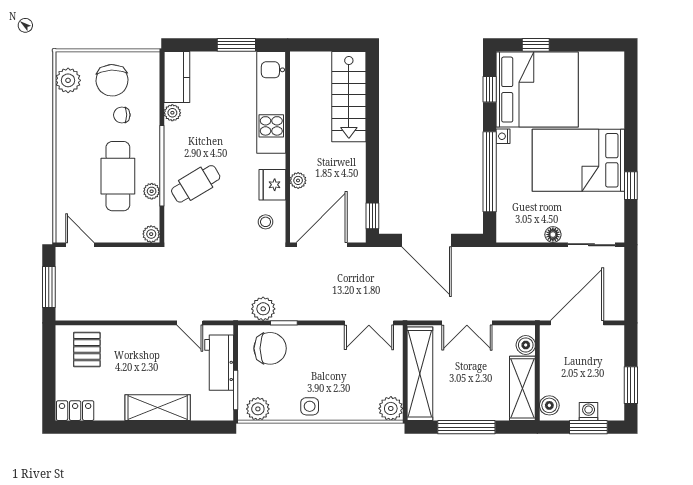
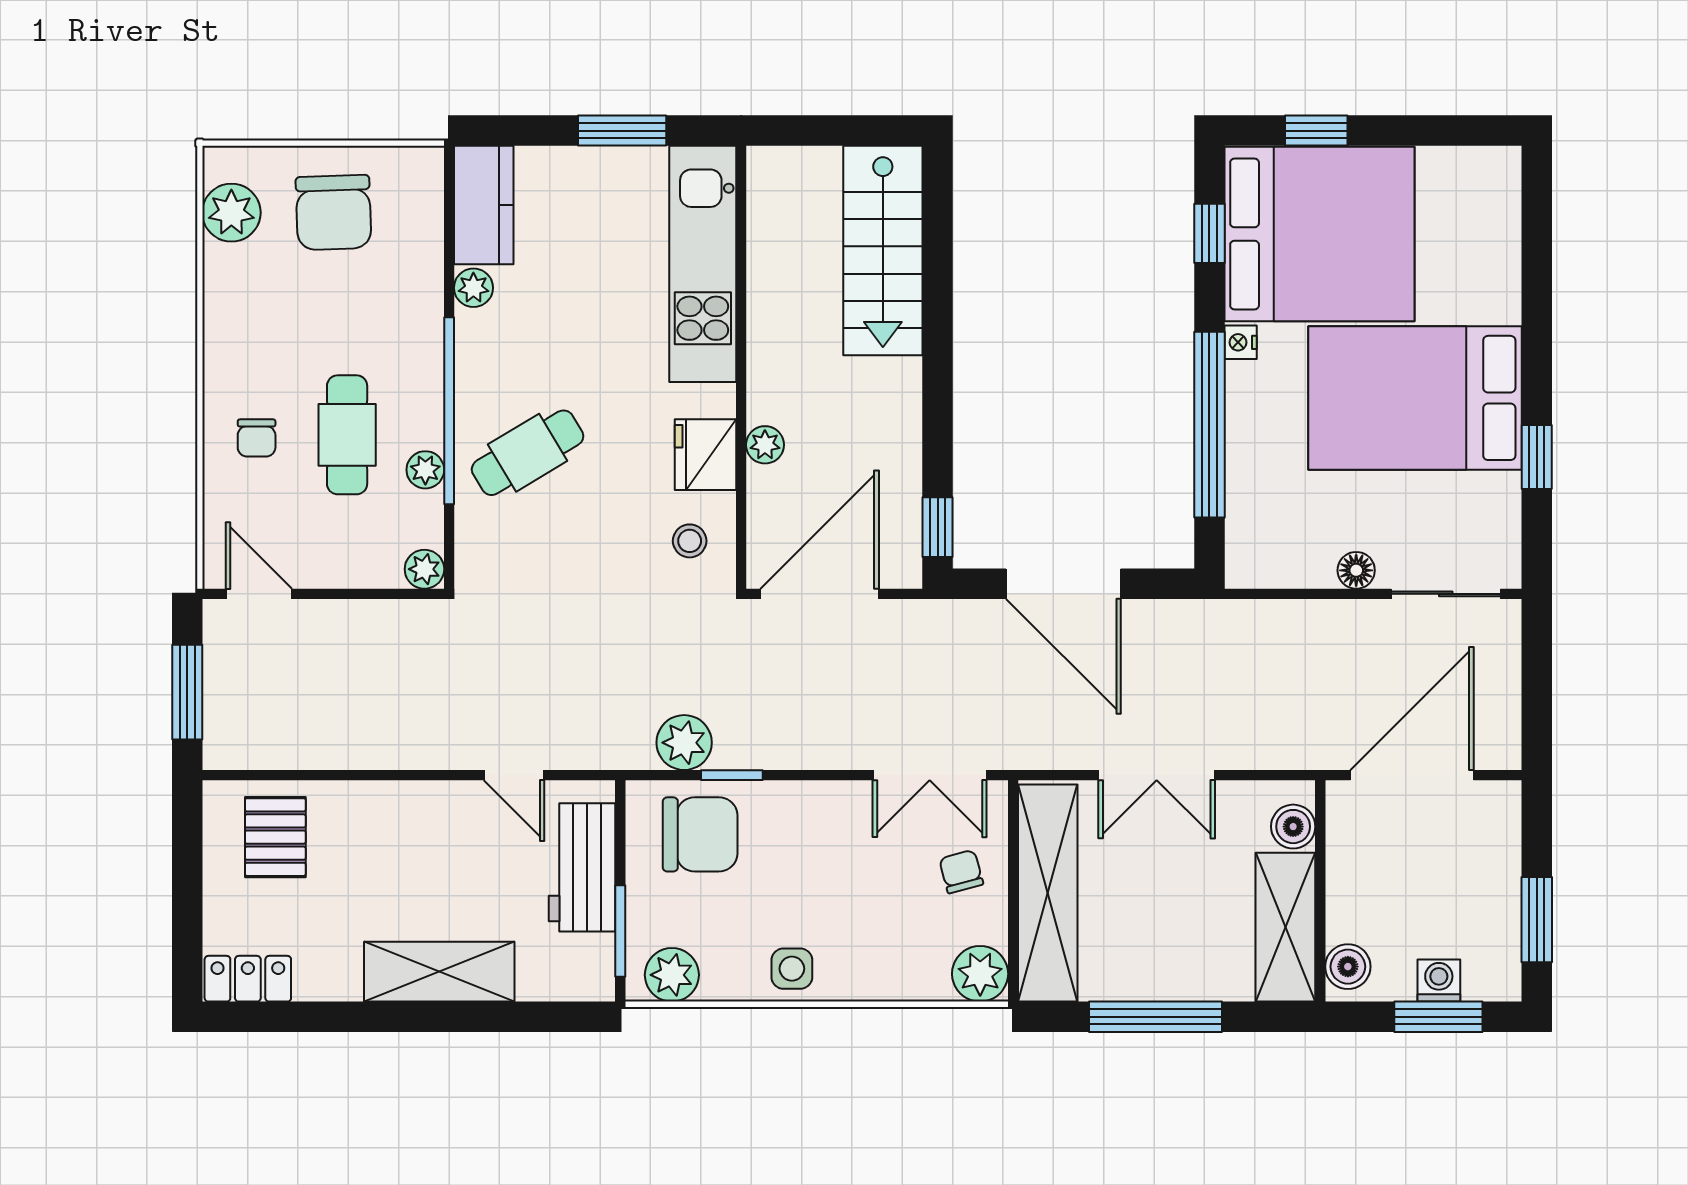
chair: (122, 115) -> (257, 438), moved, turned -90
cafe table: (118, 176) -> (347, 435), width x0.73, depth x0.74
chair: (383, 364) -> (961, 872), added

